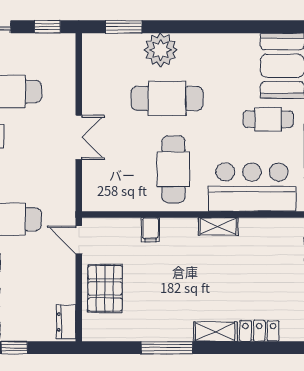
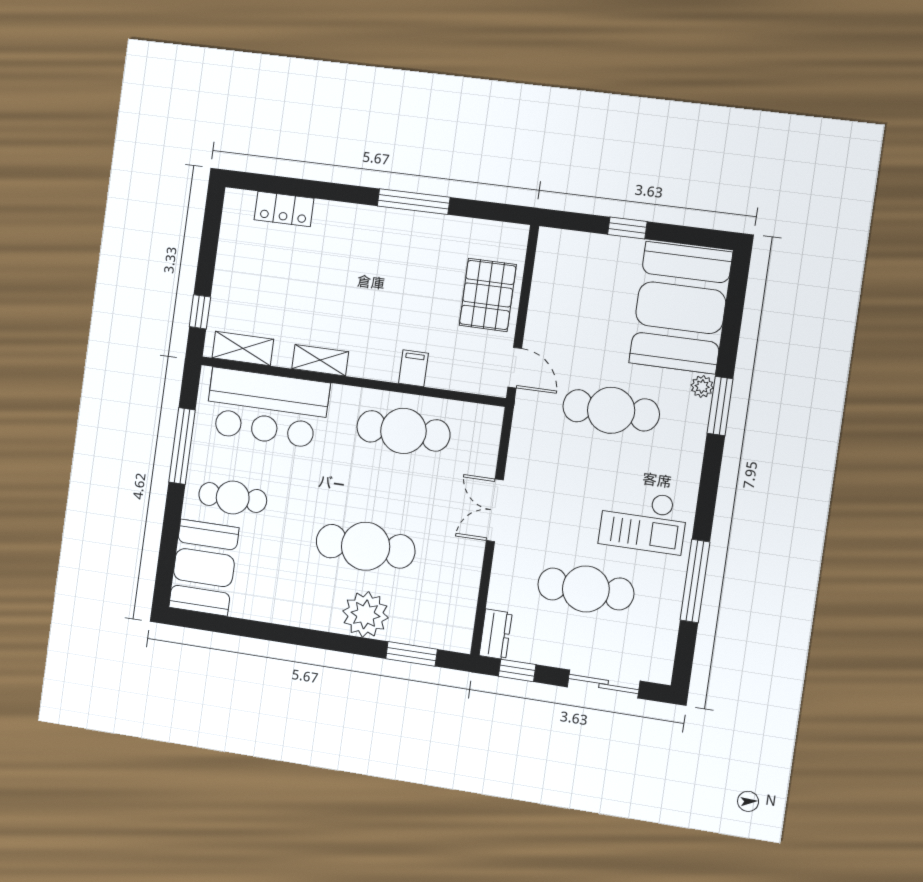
cafe table: (173, 169) -> (403, 431), moved, turned 90
dresser: (66, 322) -> (496, 634), moved
shelving: (215, 332) -> (243, 348), moved

